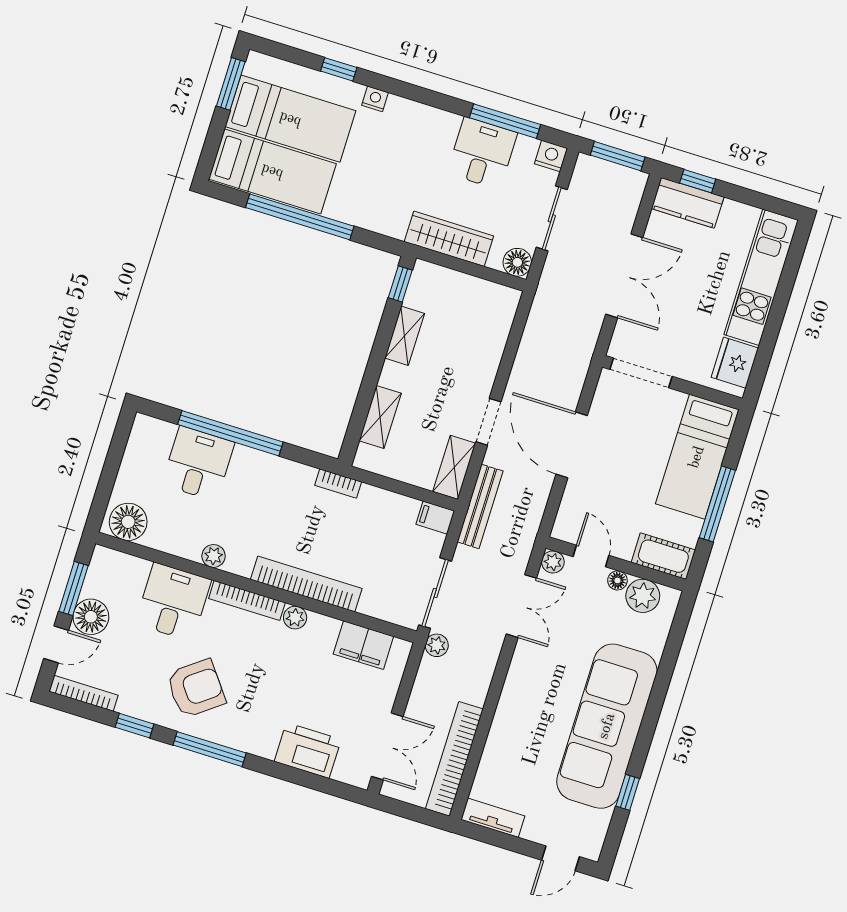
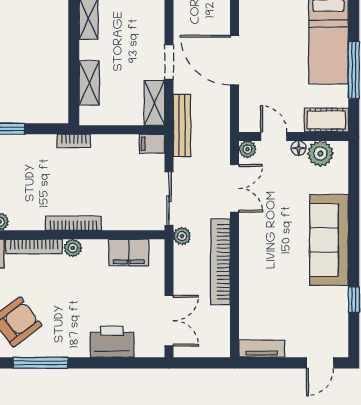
bookcase: (306, 584) -> (73, 223), width x0.68, depth x0.76
sofa: (607, 726) -> (329, 240), width x0.74, depth x0.79
bookcase: (454, 759) -> (220, 262), moved

